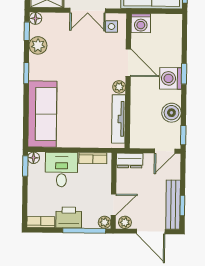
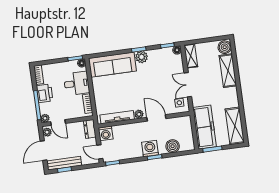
washing machine: (141, 23) -> (106, 133), moved, turned -90
plant: (38, 45) -> (142, 57), moved
door: (128, 63) -> (156, 118), swing flipped
boiler: (171, 113) -> (173, 146), moved

